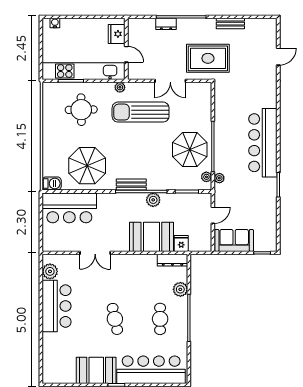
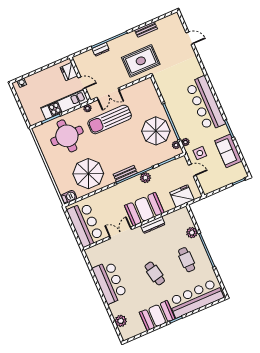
door: (278, 57) -> (190, 38), hinge flipped
kitchen unit: (84, 71) -> (65, 104), width x0.73
double door: (170, 81) -> (108, 94), moved
round table: (81, 110) -> (67, 136), width x1.36, depth x1.36
side table: (231, 199) -> (200, 153), added
bar counter: (69, 208) -> (85, 224), moved, turned -90
door: (213, 215) -> (192, 170), hinge flipped
booth: (151, 237) -> (144, 209), moved
sofa: (234, 240) -> (228, 151), moved, turned -90
fridge: (181, 243) -> (182, 196), width x1.88, depth x1.34
double door: (95, 253) -> (121, 233), swing flipped
dresser: (172, 260) -> (153, 225), moved
plant: (50, 271) -> (121, 321), moved

